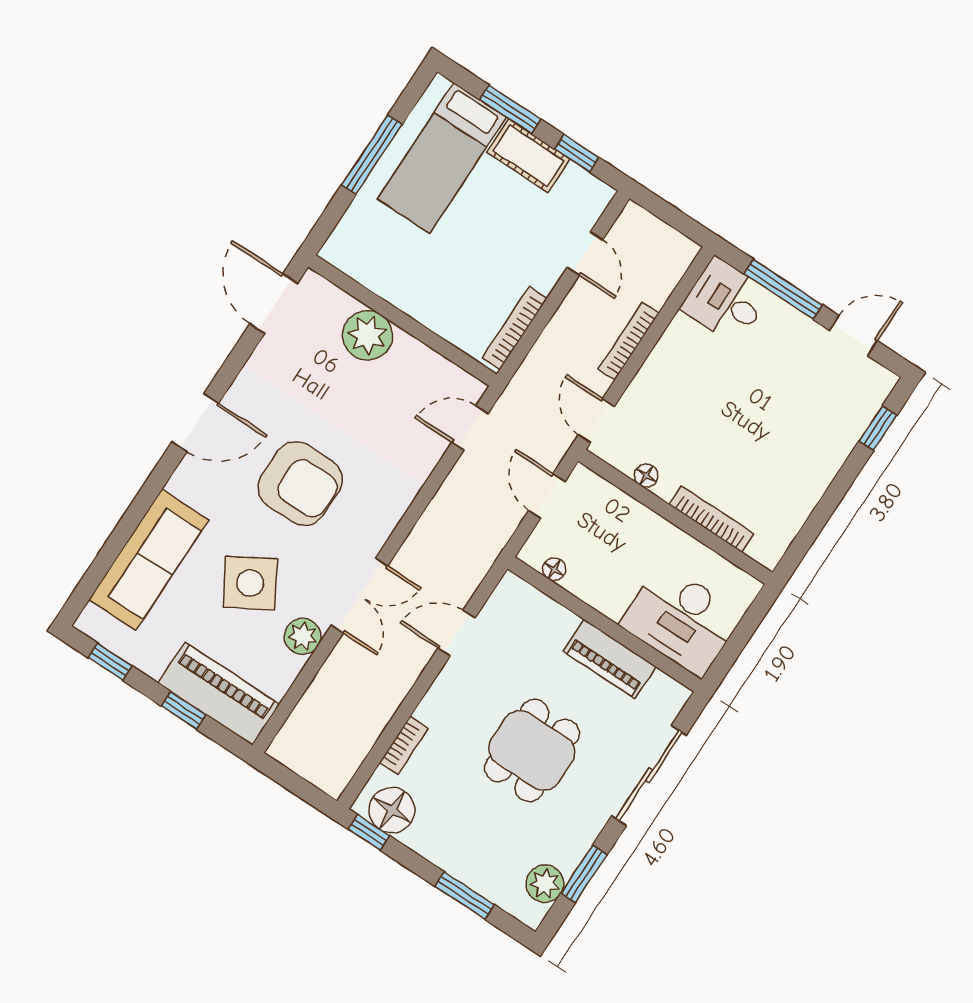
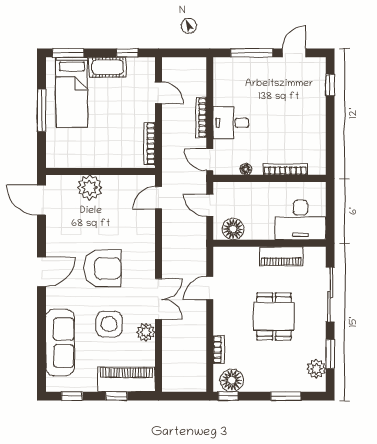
window: (510, 109) -> (68, 53), moved
desk: (726, 301) -> (231, 123), moved
floor lamp: (554, 569) -> (233, 229), width x1.89, depth x1.89
side table: (250, 583) -> (109, 324), turned 30

